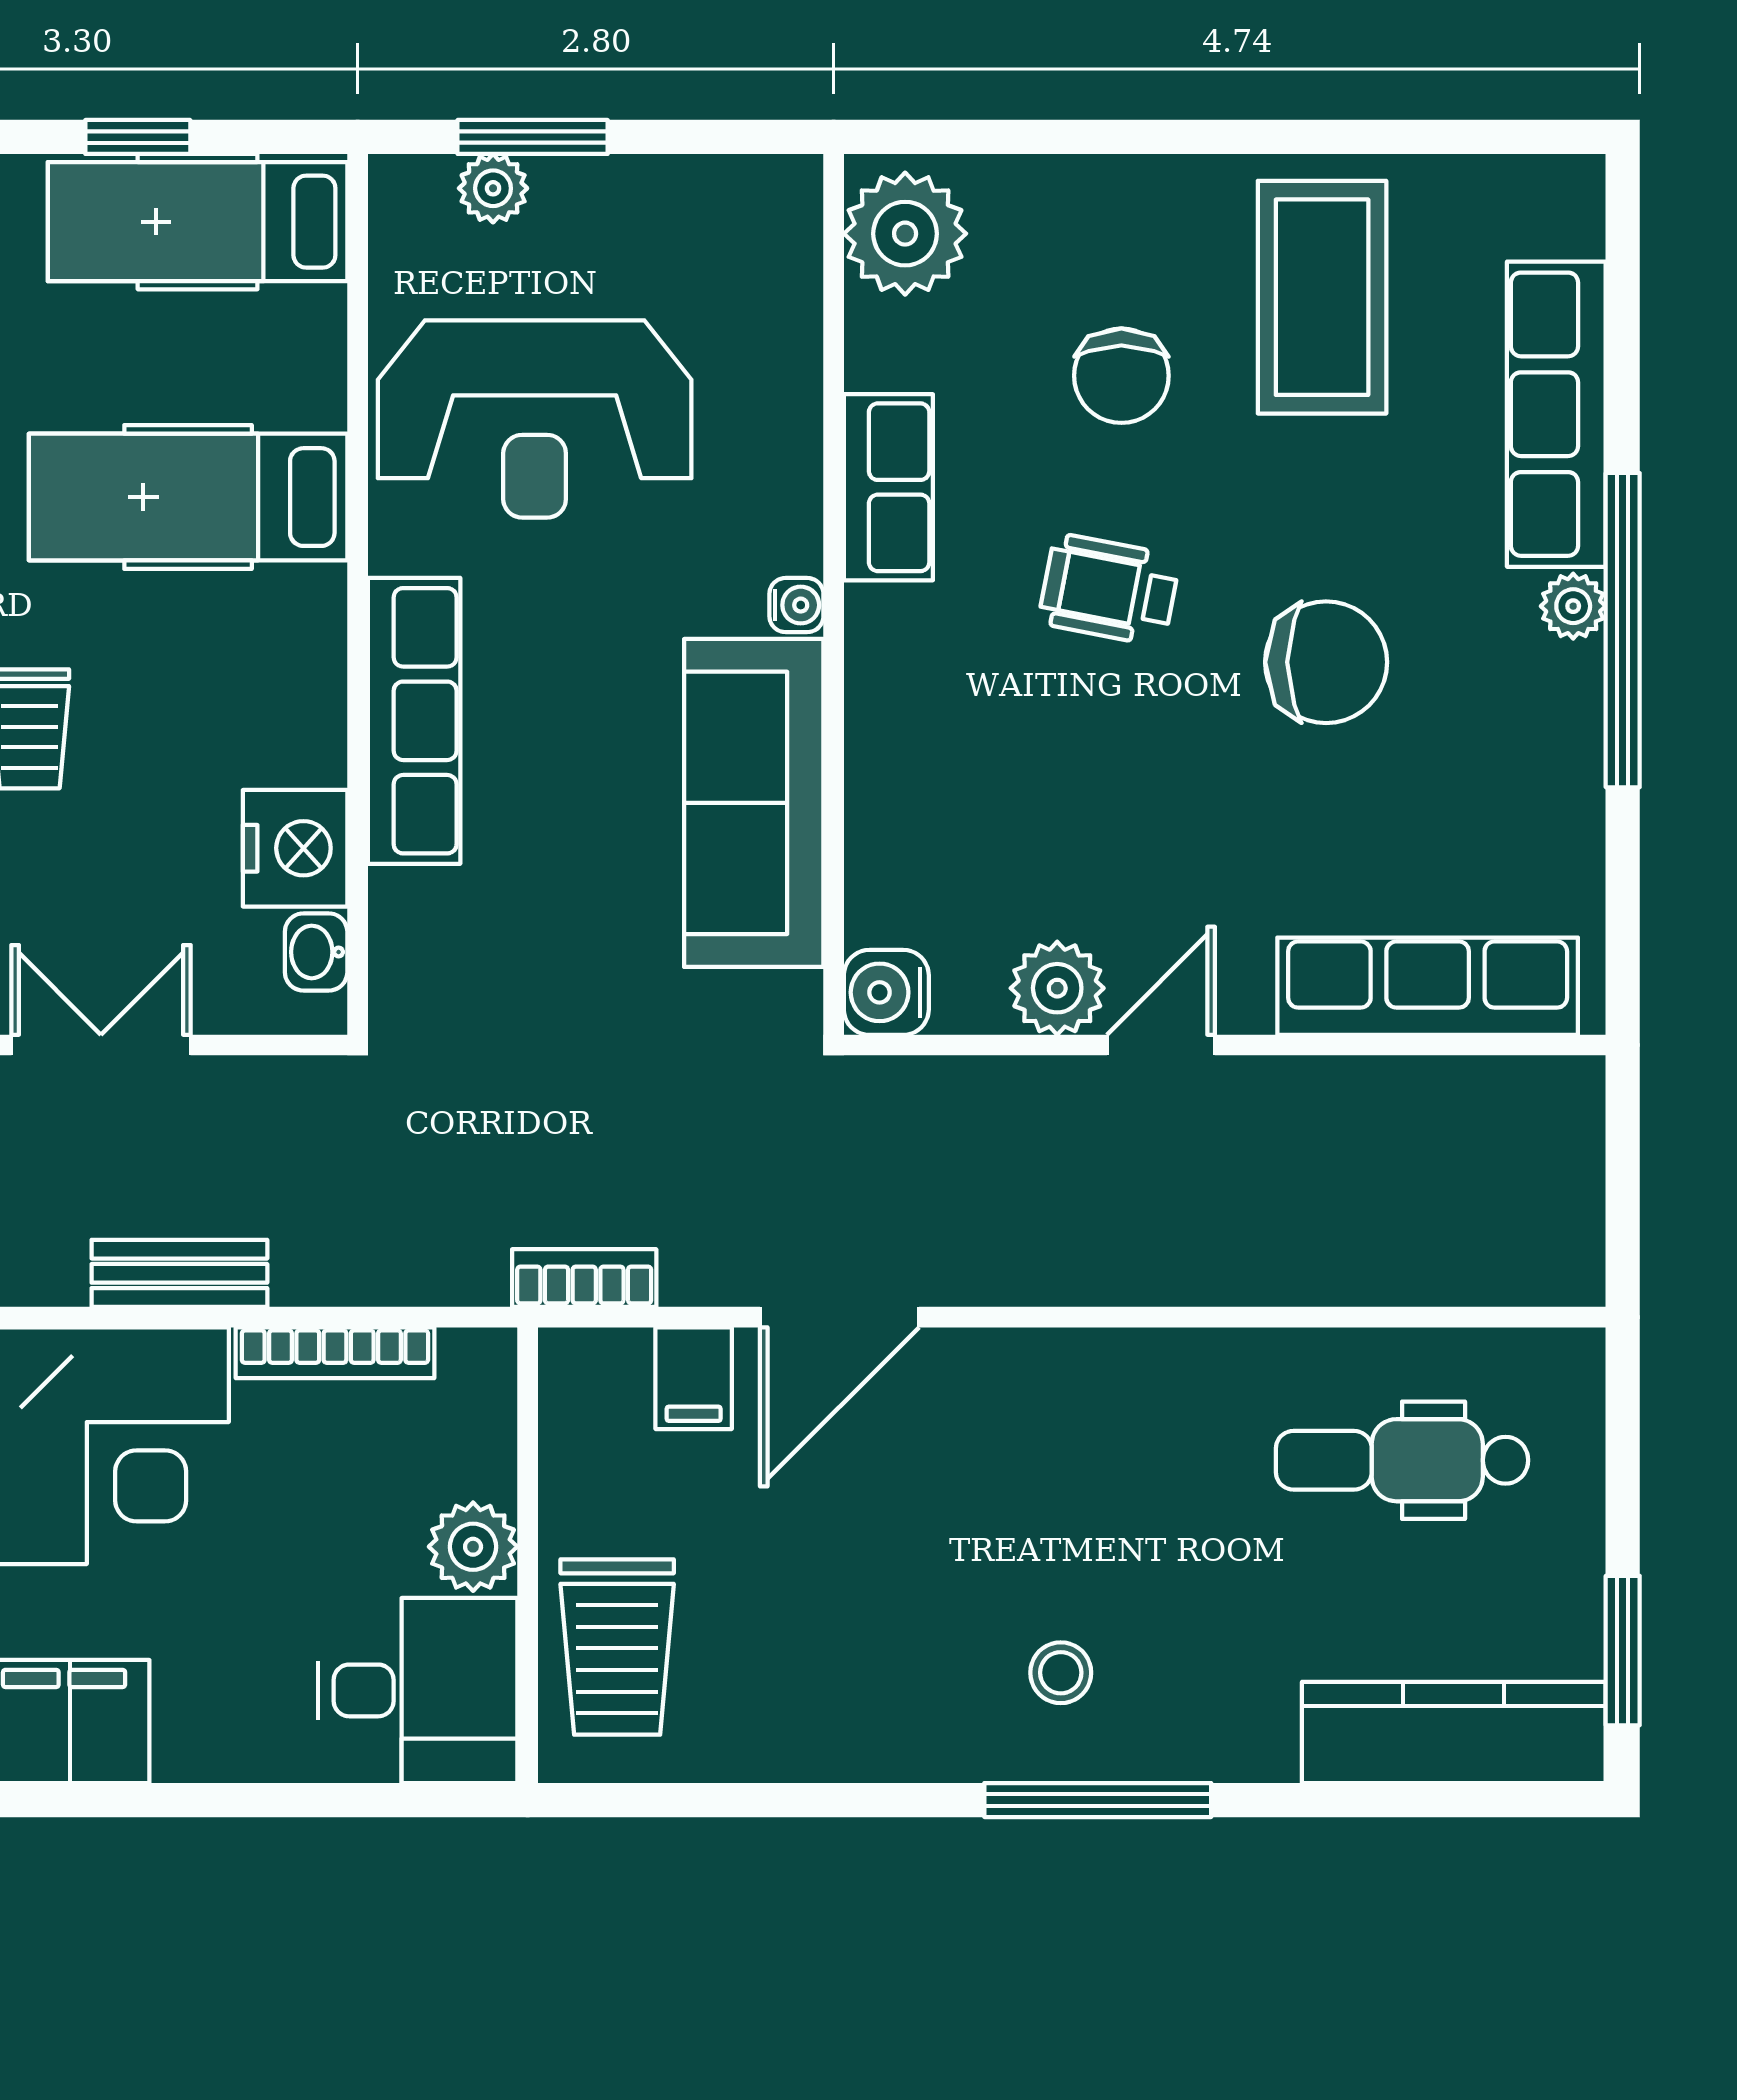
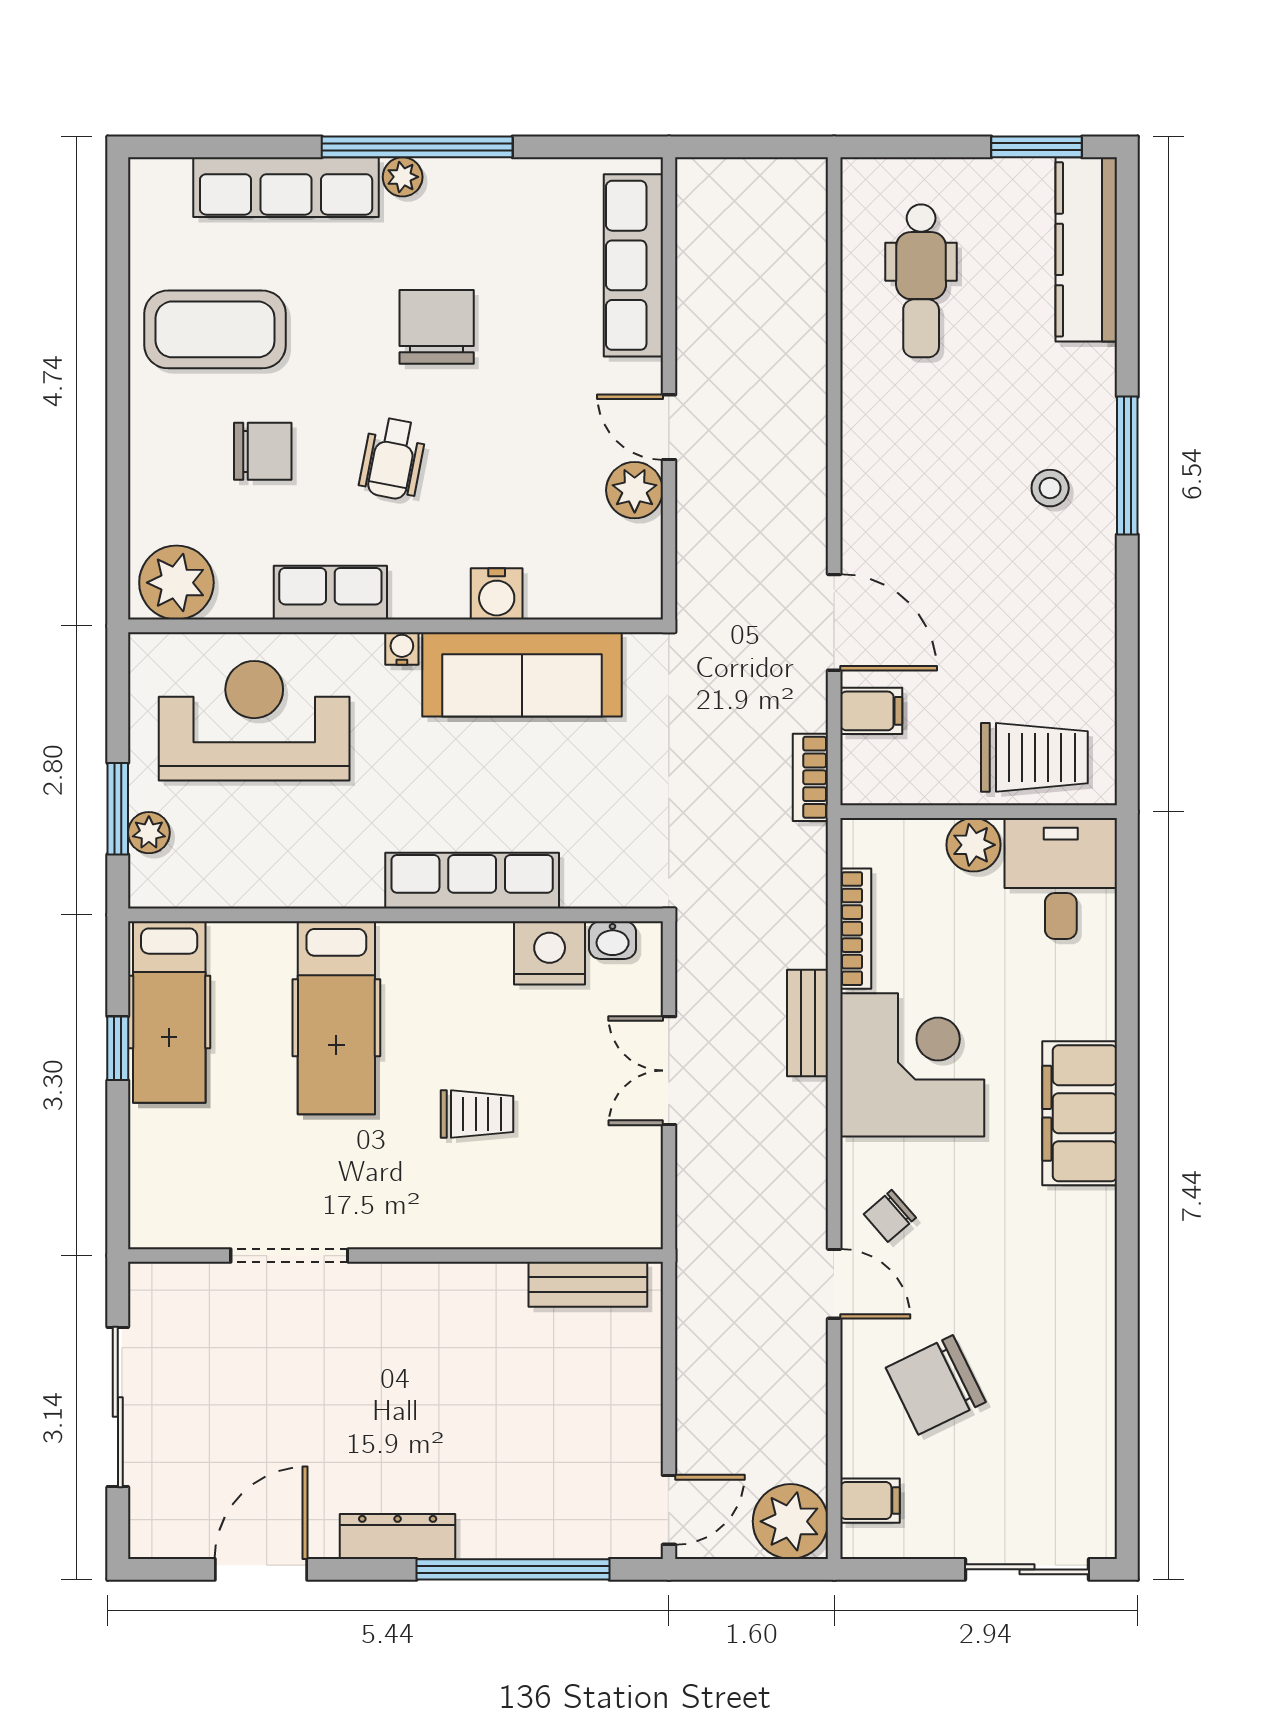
reception desk: (535, 419) -> (254, 721), moved, turned -90
water cooler: (886, 992) -> (497, 594), moved

